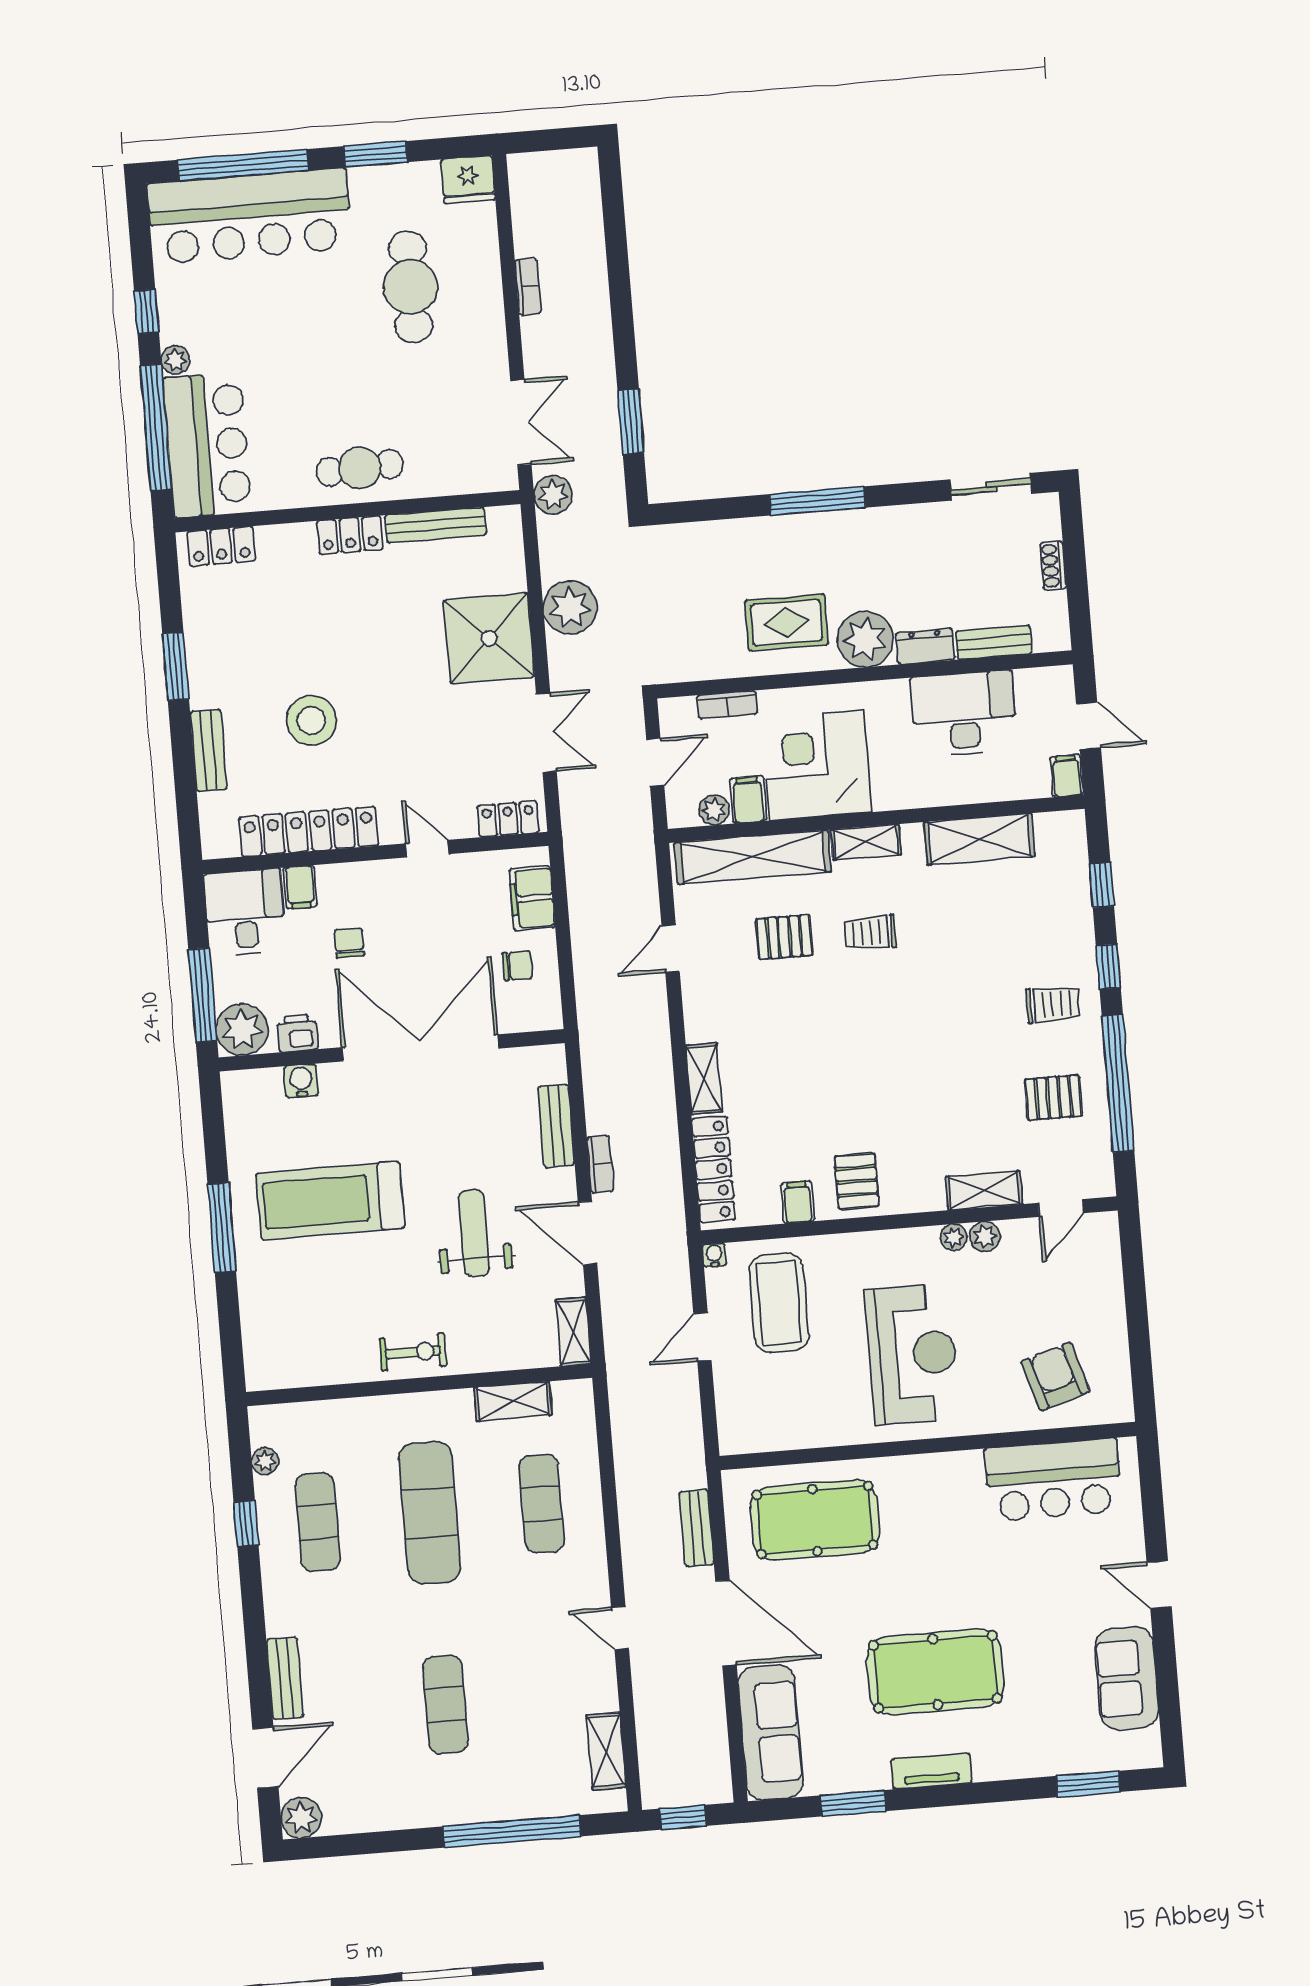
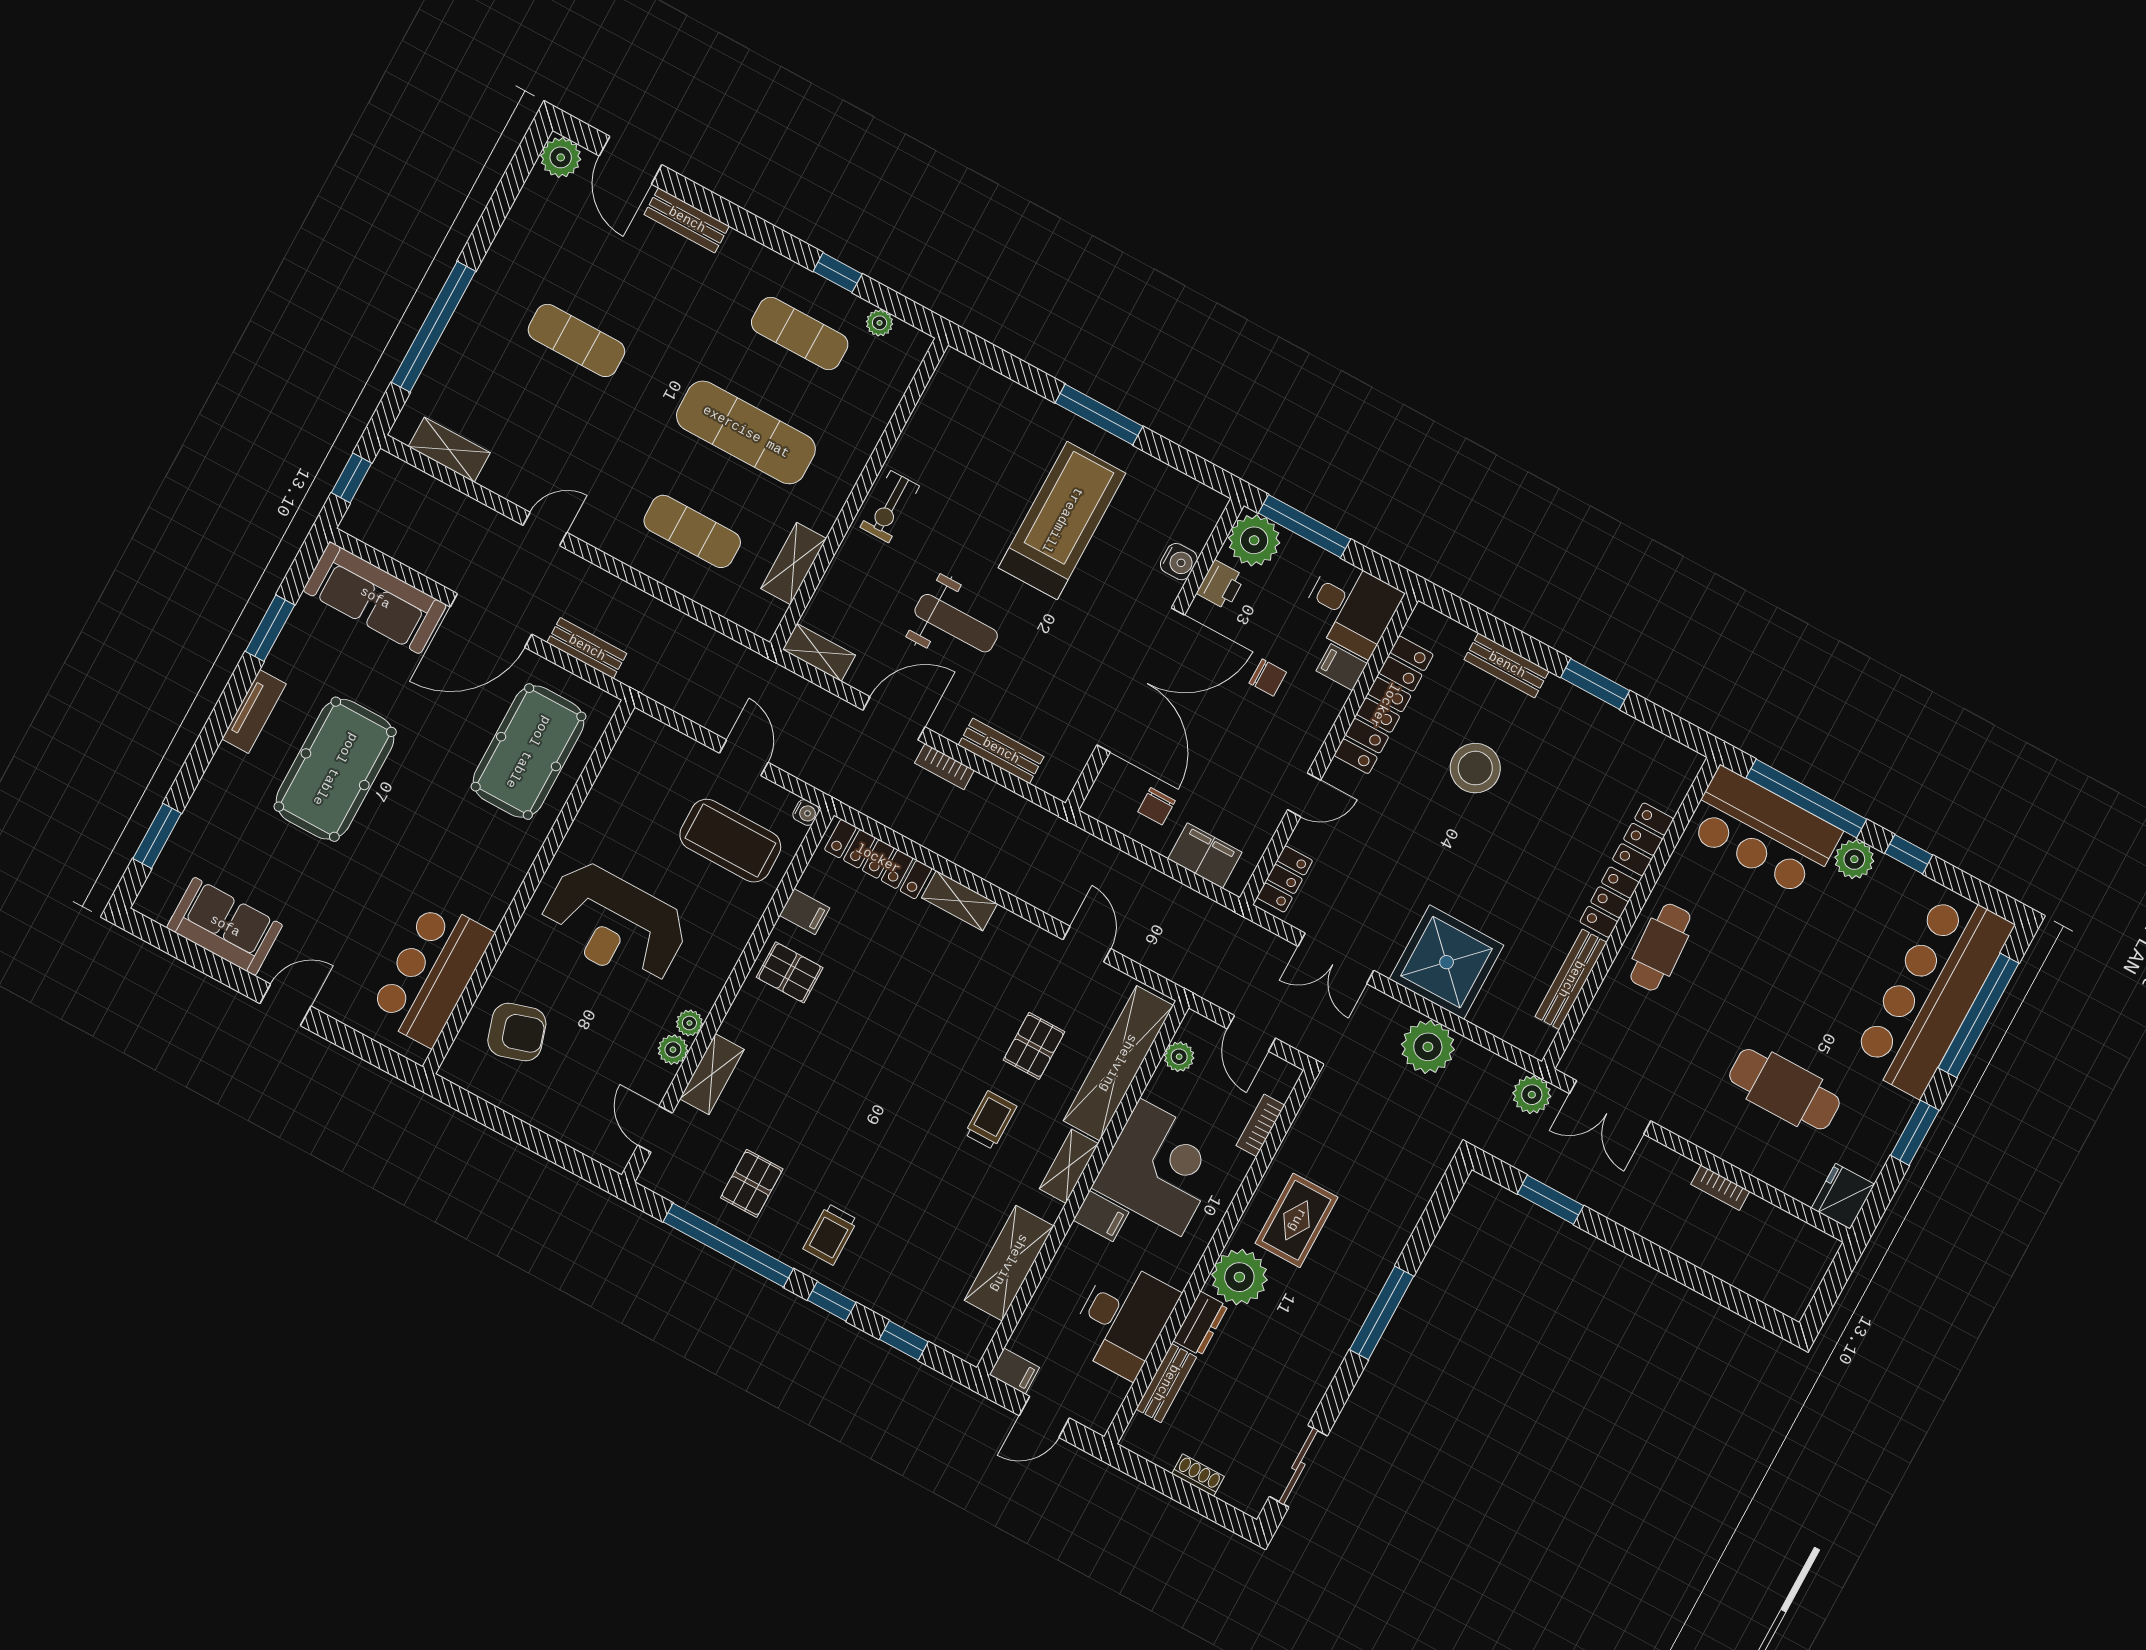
plant: (175, 360) -> (1854, 859), width x1.38, depth x1.38
locker: (221, 546) -> (1643, 839), moved
filing cabinet: (748, 800) -> (1101, 1216), moved

